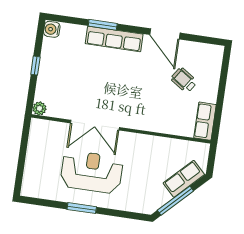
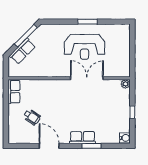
row of seats: (114, 39) -> (82, 138), width x0.68

